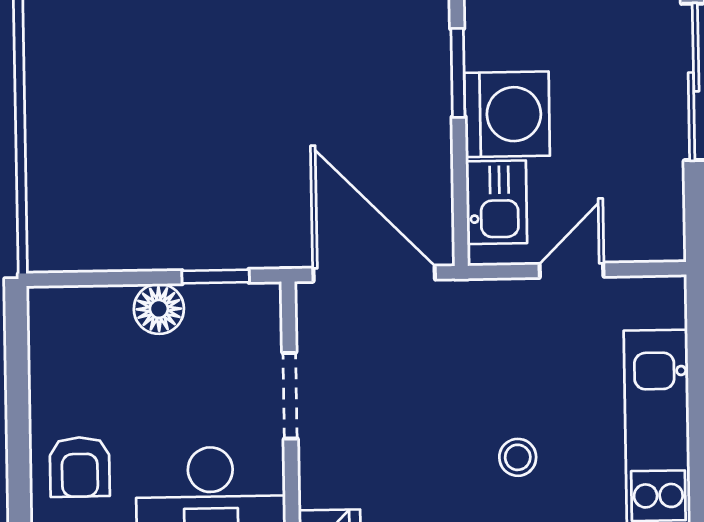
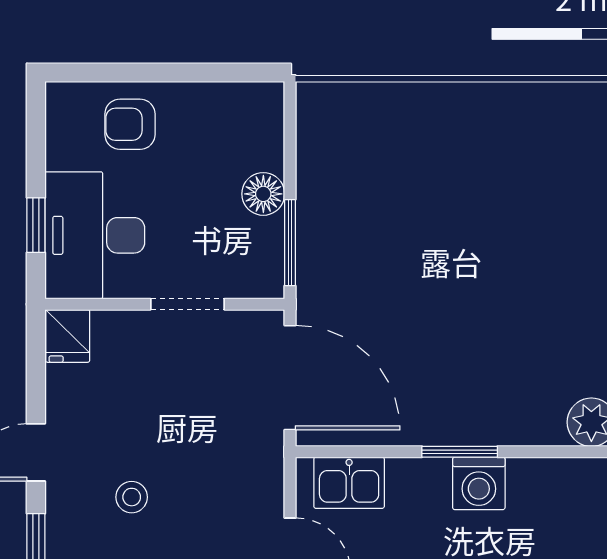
washing machine: (507, 114) -> (479, 483), moved, width x0.73, depth x0.73
door: (374, 274) -> (290, 378), hinge flipped
window: (216, 277) -> (290, 243), width x1.50

